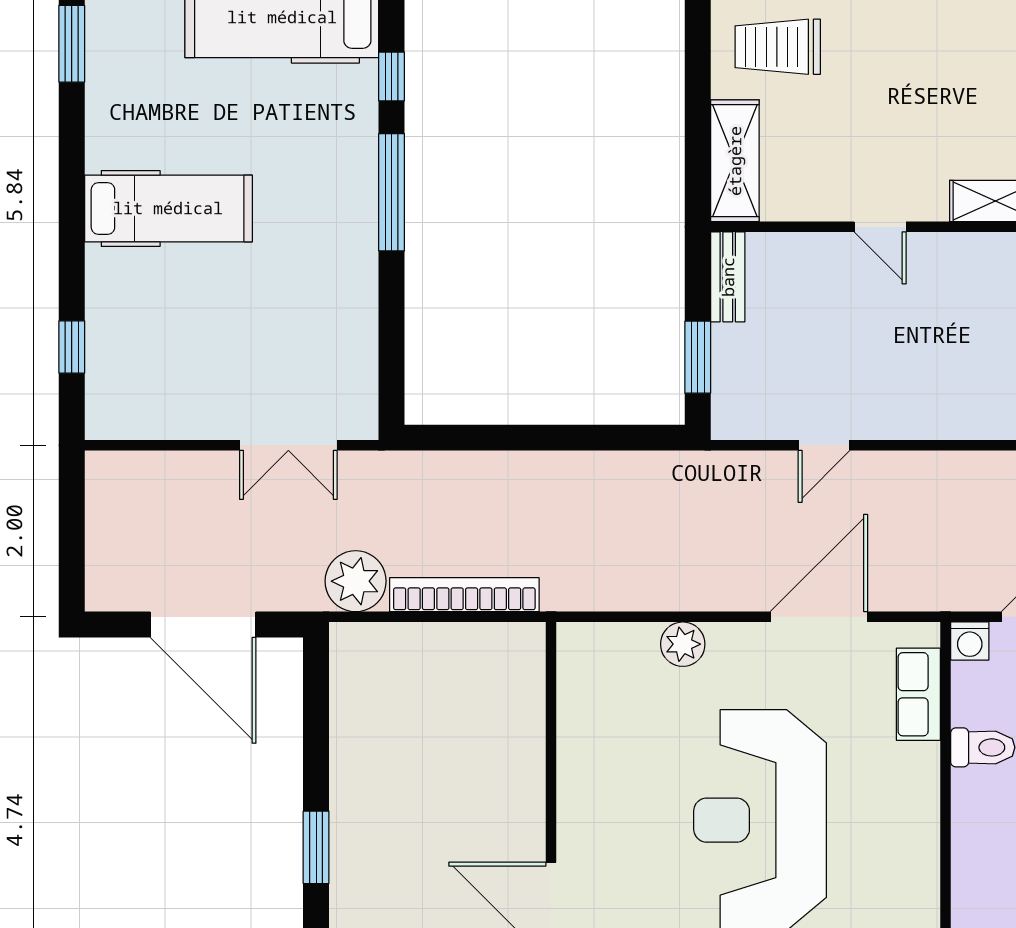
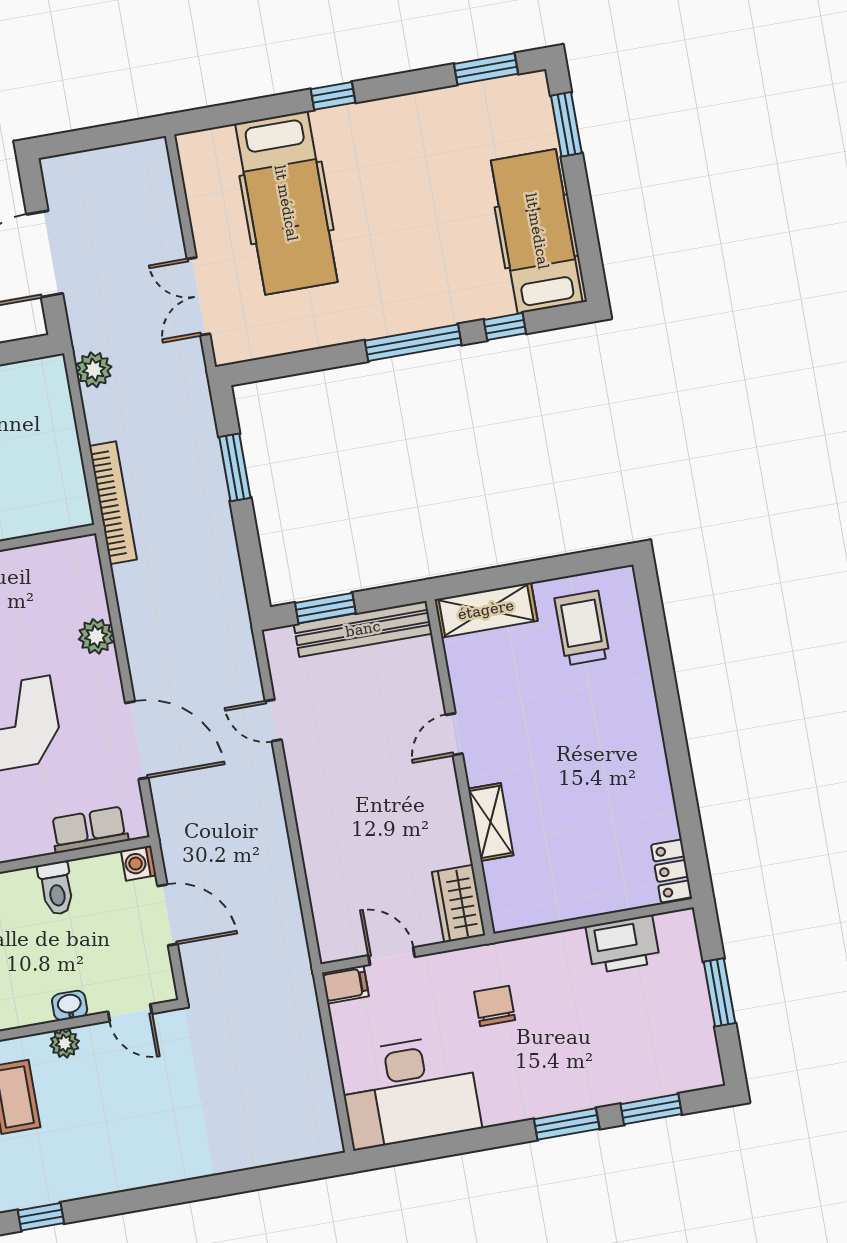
hospital bed: (168, 208) -> (286, 203), moved, width x1.37, depth x1.29
bench: (728, 277) -> (363, 629), width x1.86, depth x1.21
window: (72, 347) -> (333, 96), moved
window: (506, 438) -> (235, 467), added
plant: (356, 581) -> (94, 370), width x0.73, depth x0.73
bookcase: (464, 595) -> (113, 503), moved

